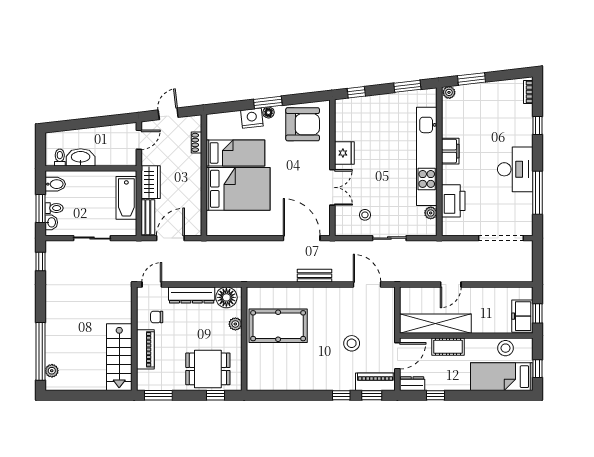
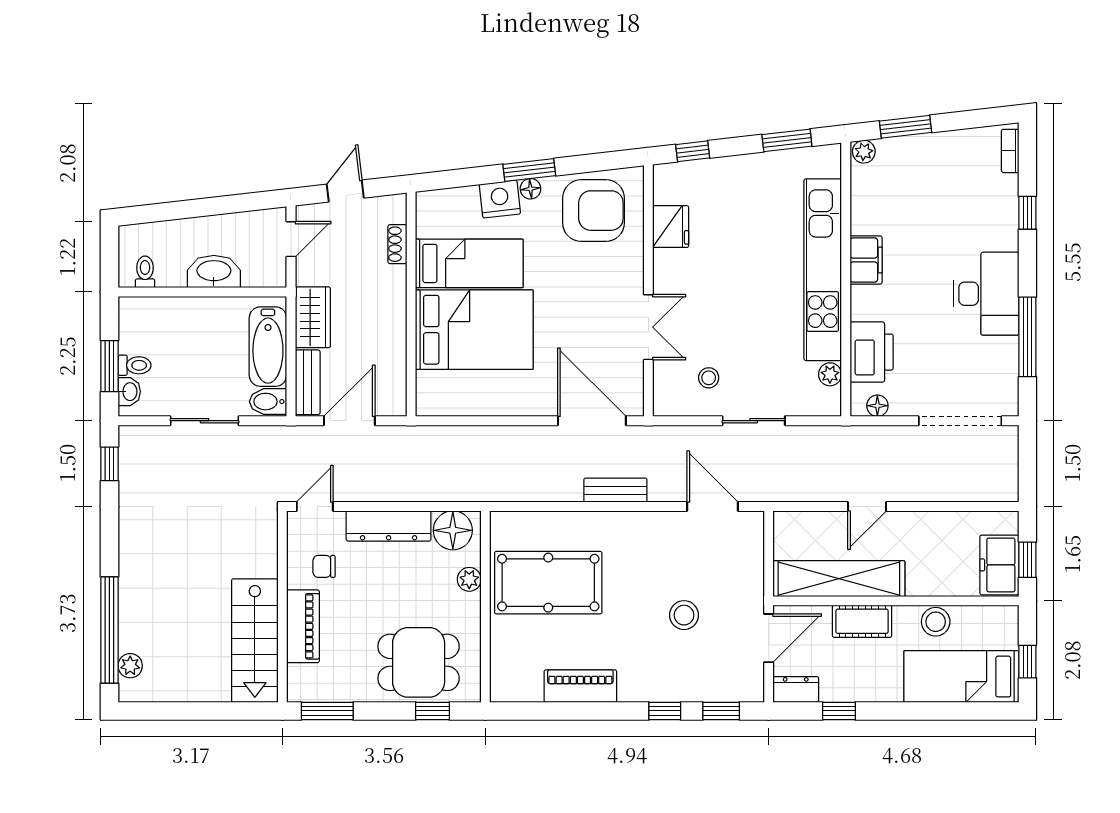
fridge: (344, 153) -> (671, 227), moved
washbasin: (81, 157) -> (214, 272), moved
bidet: (55, 184) -> (268, 402), moved, turned 180
floor lamp: (456, 230) -> (877, 406), added
stool: (506, 348) -> (936, 622), moved
piano: (375, 382) -> (580, 686), moved

